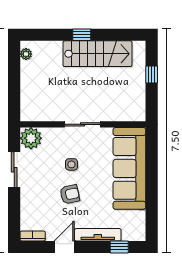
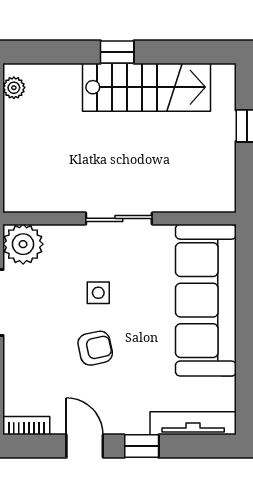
tv unit: (98, 235) -> (193, 423), moved
door: (64, 247) -> (85, 446), hinge flipped
window: (119, 247) -> (142, 446), moved

